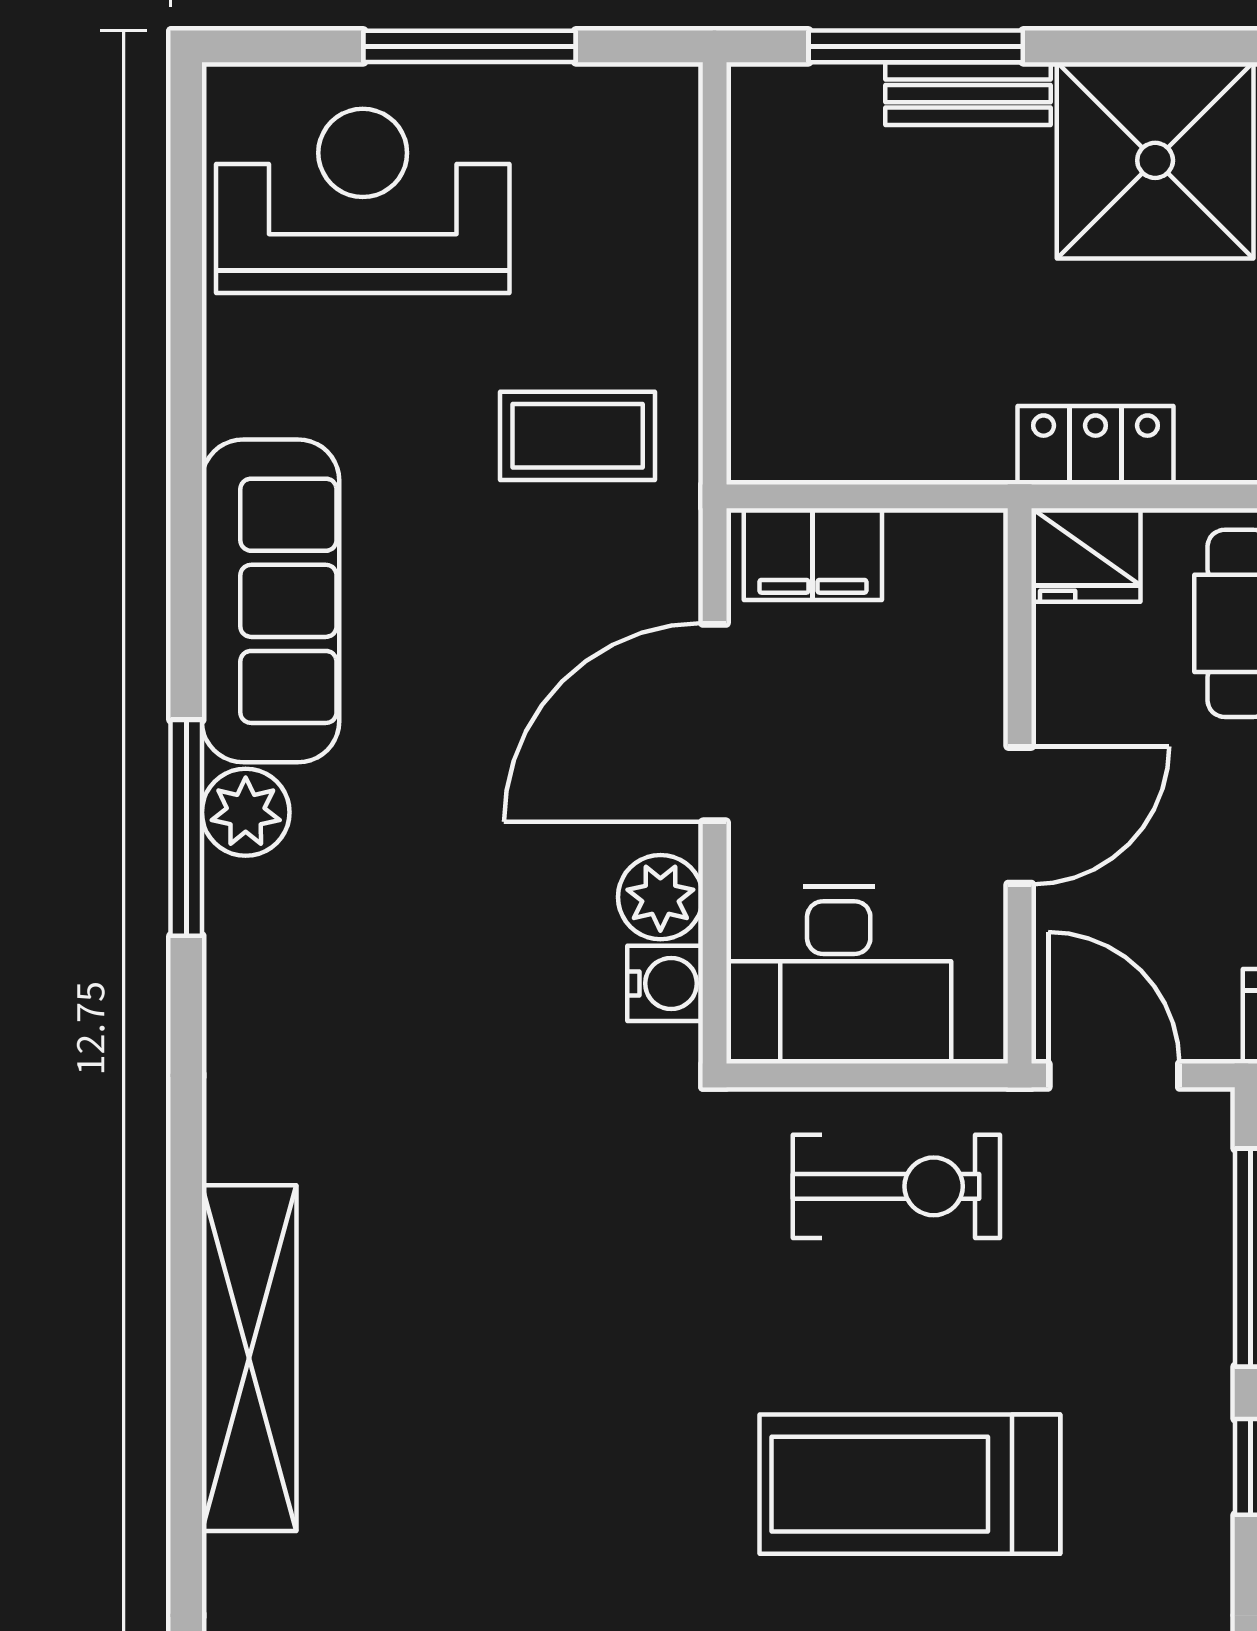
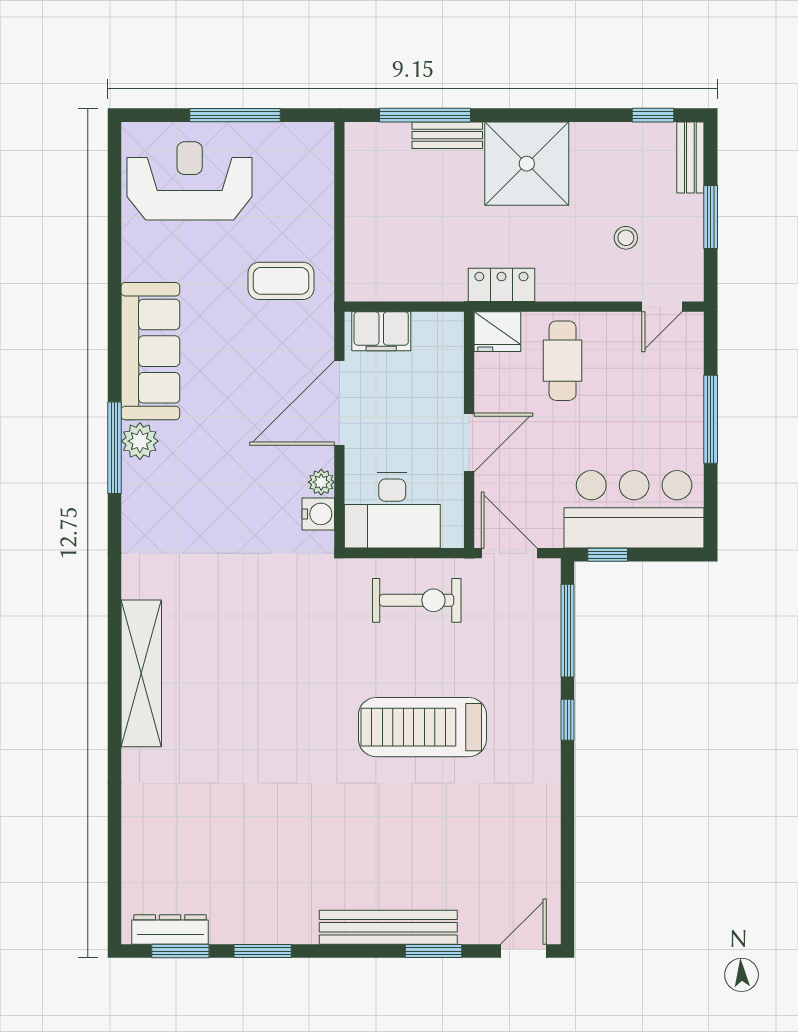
plant: (660, 897) -> (321, 482), width x0.73, depth x0.73

